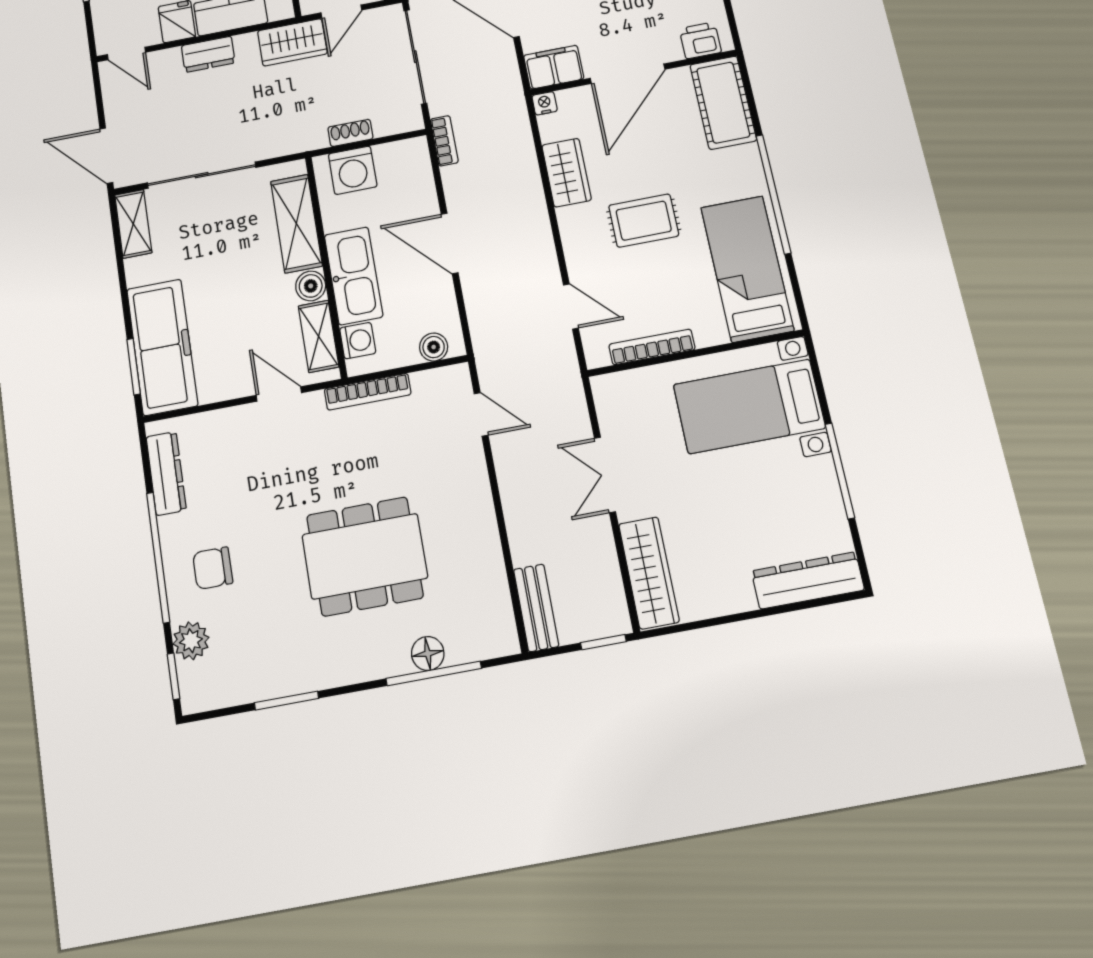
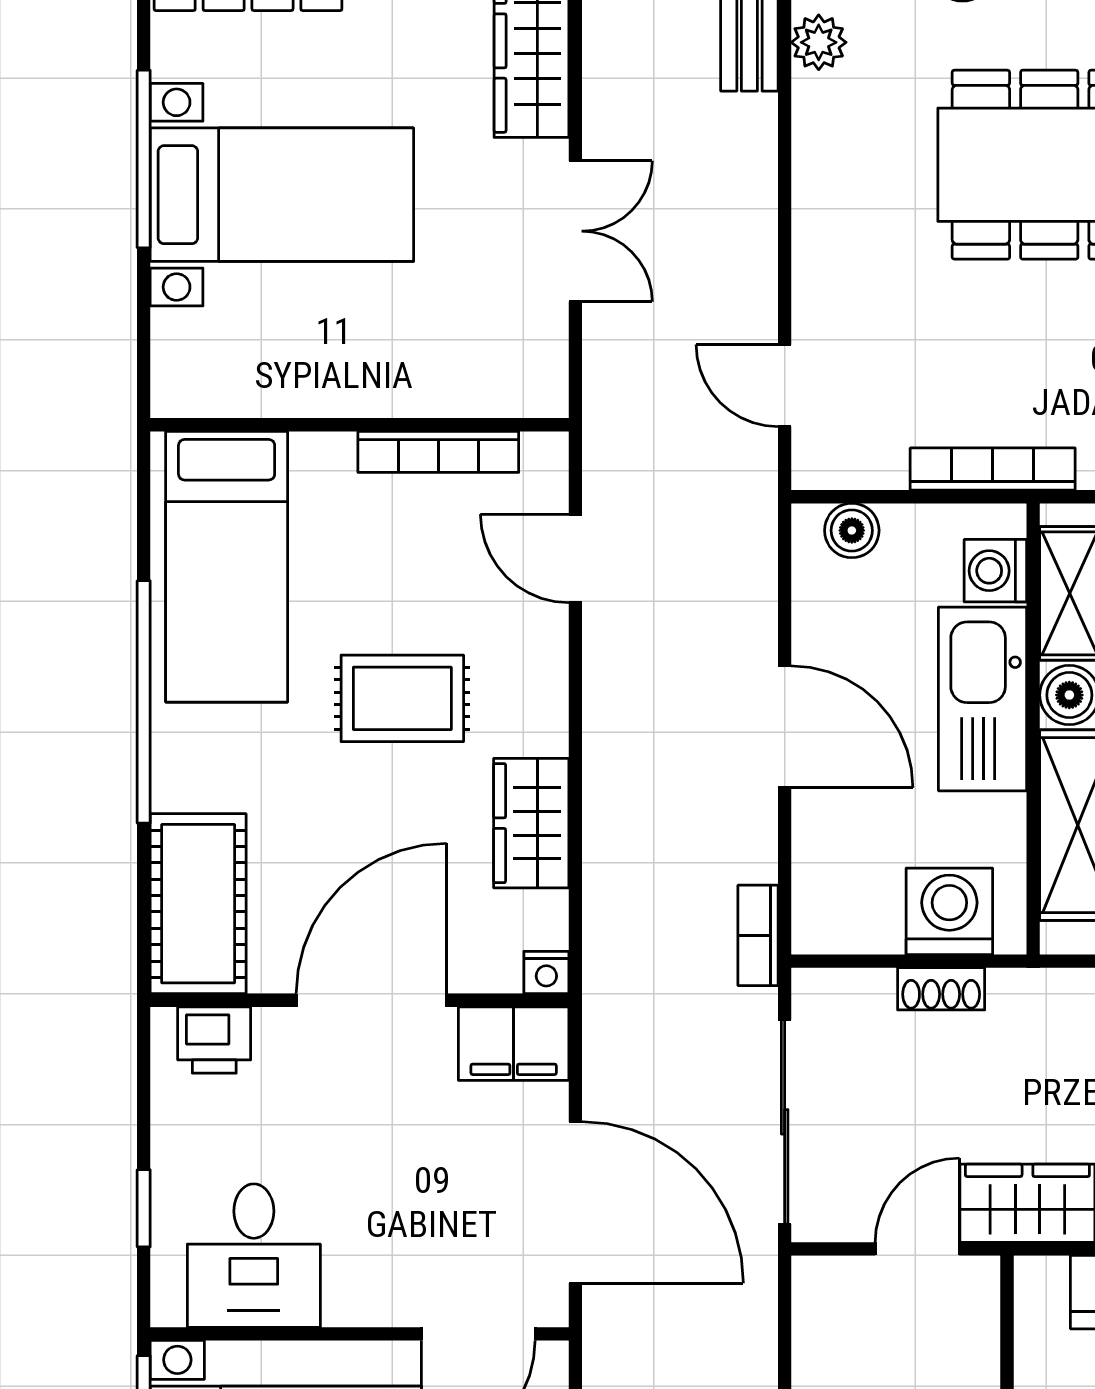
bed with nightstands: (749, 406) -> (282, 195), moved
plant: (497, 600) -> (819, 42), added

